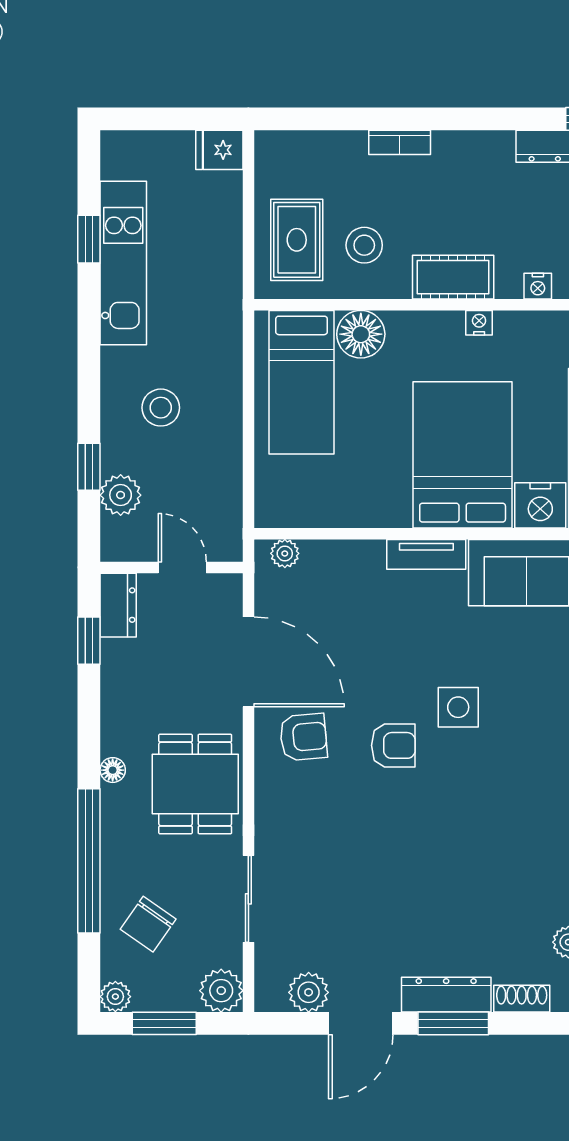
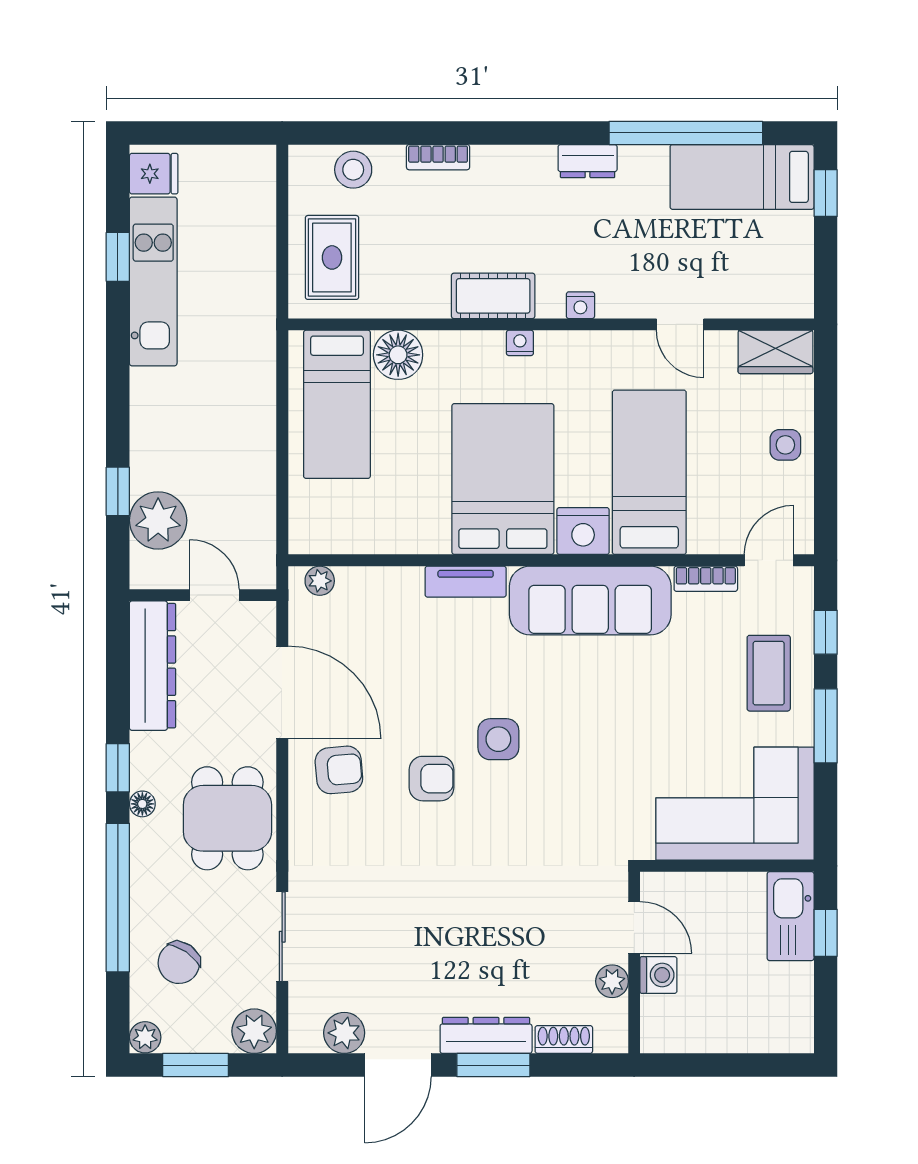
fridge: (219, 150) -> (154, 174), moved, turned 180
stool: (364, 245) -> (353, 170), moved
stool: (161, 408) -> (192, 430), removed
plant: (121, 495) -> (158, 520), width x1.36, depth x1.36
dresser: (118, 605) -> (153, 666), width x1.96, depth x1.24
window: (89, 641) -> (118, 768), moved

